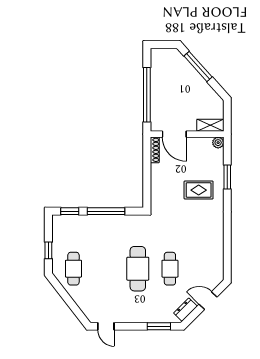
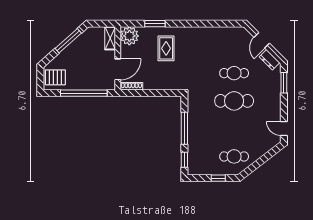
pallet: (165, 62) -> (55, 77), added
window: (198, 66) -> (68, 41), moved
plant: (218, 143) -> (129, 36), width x1.88, depth x1.88
door: (106, 326) -> (284, 128), swing flipped

